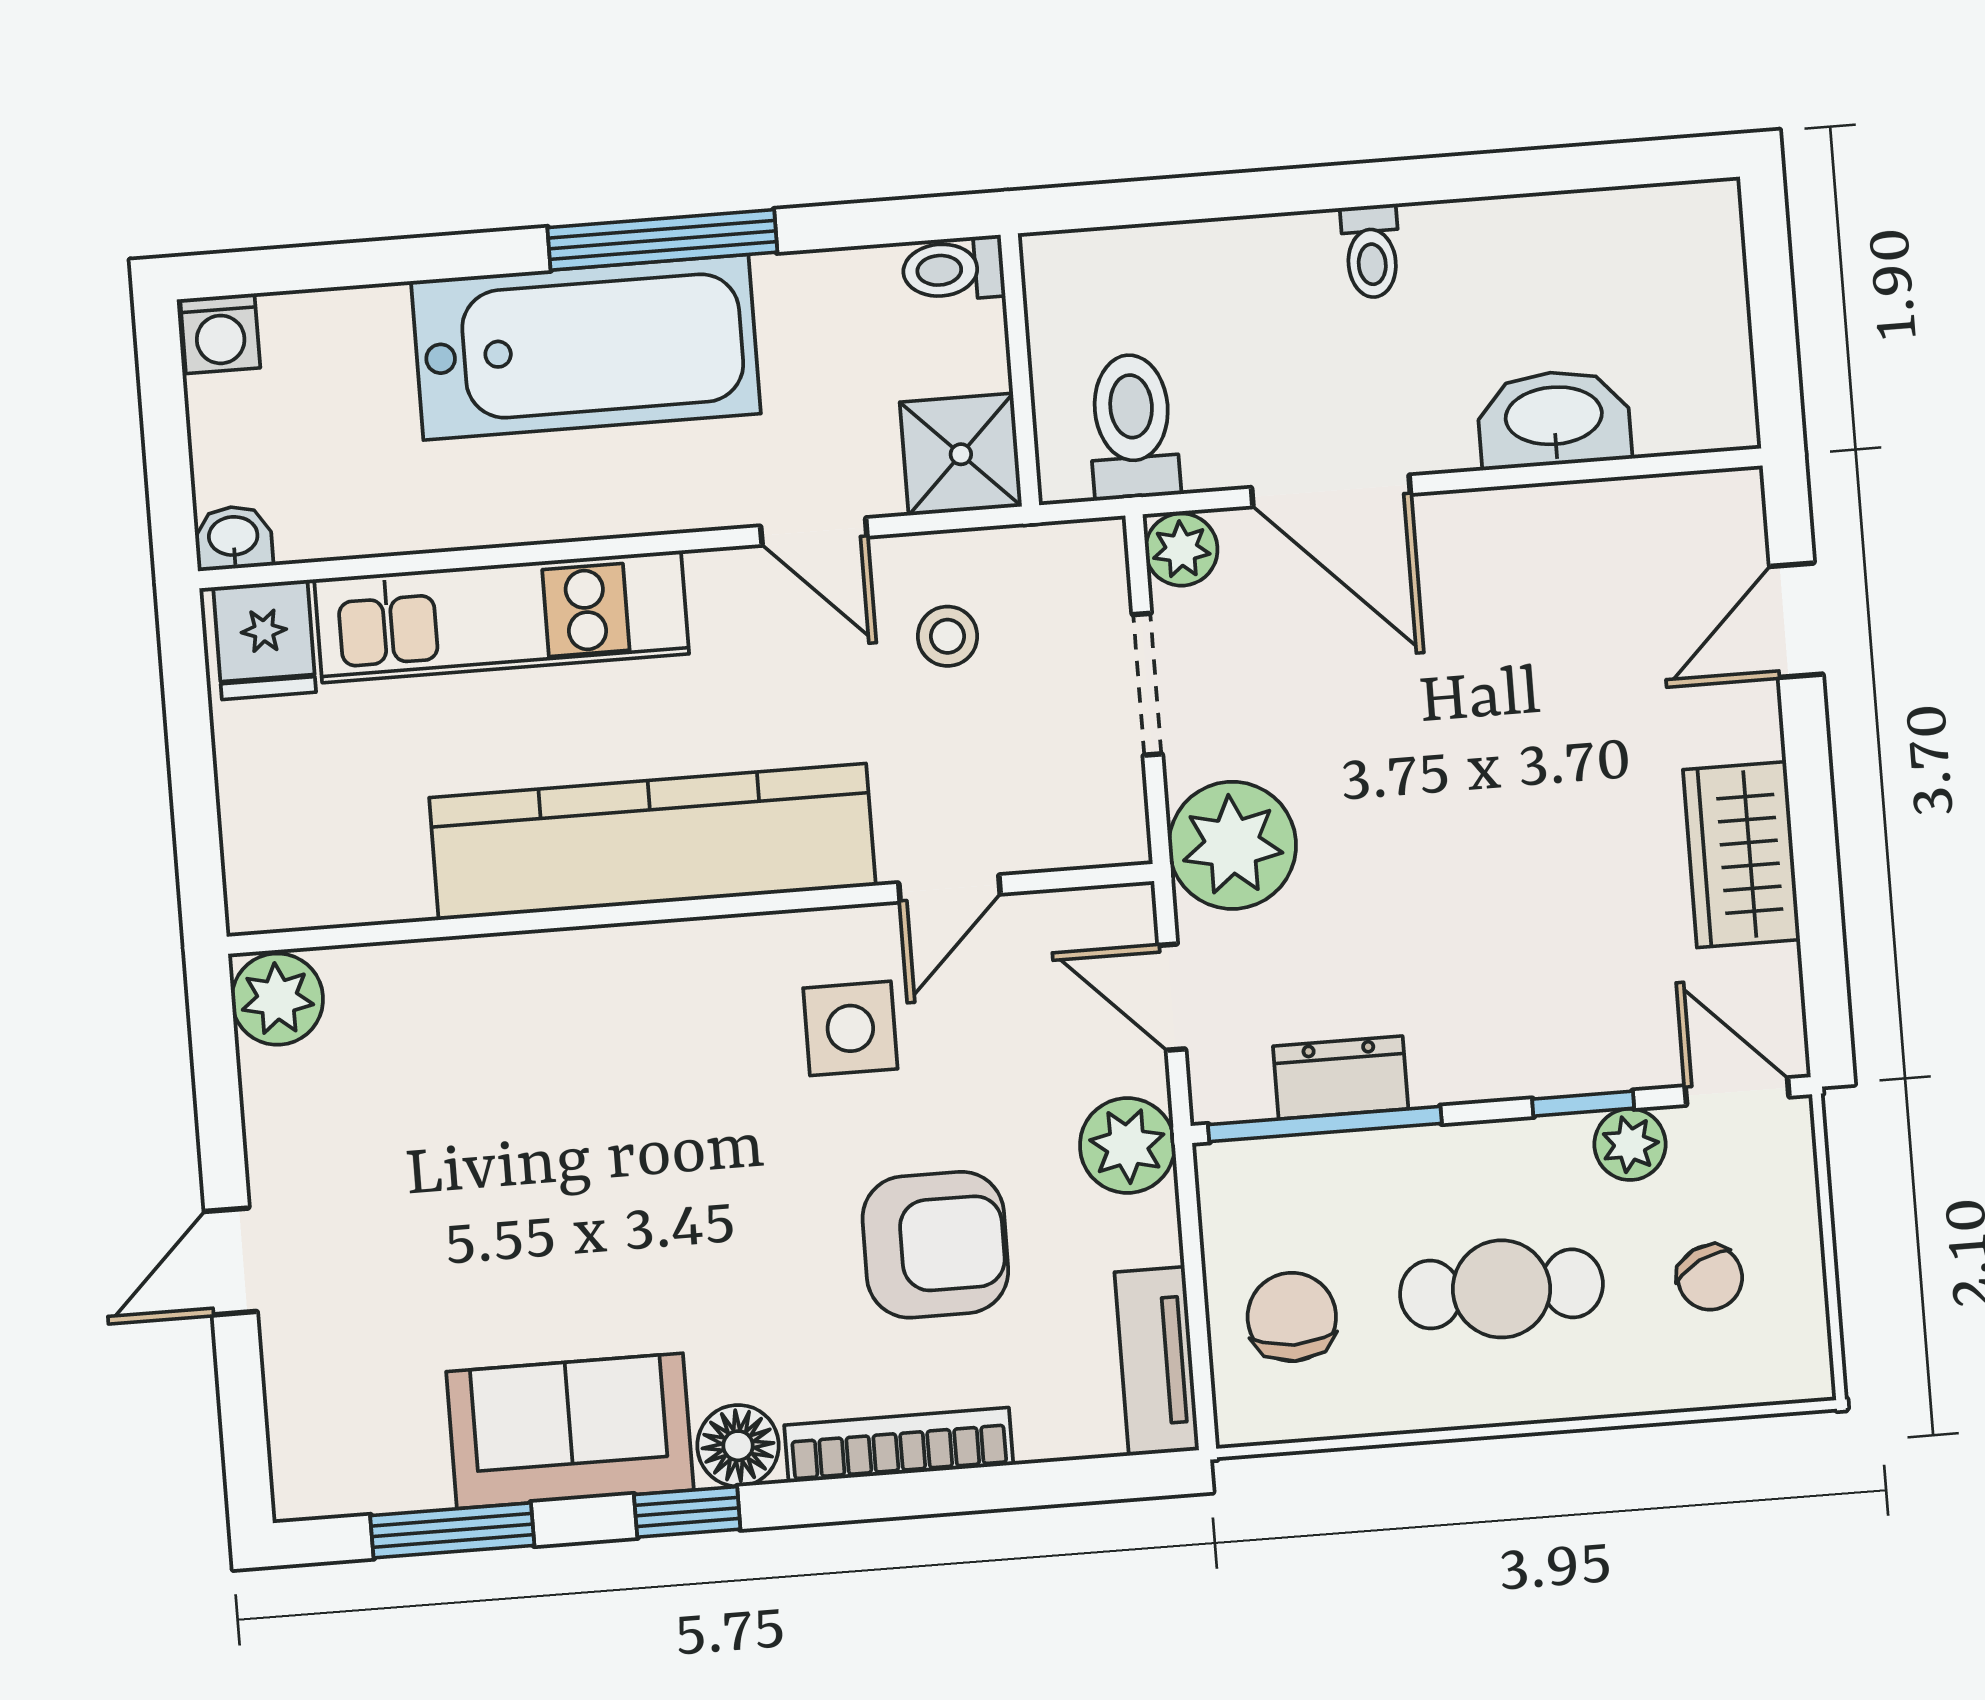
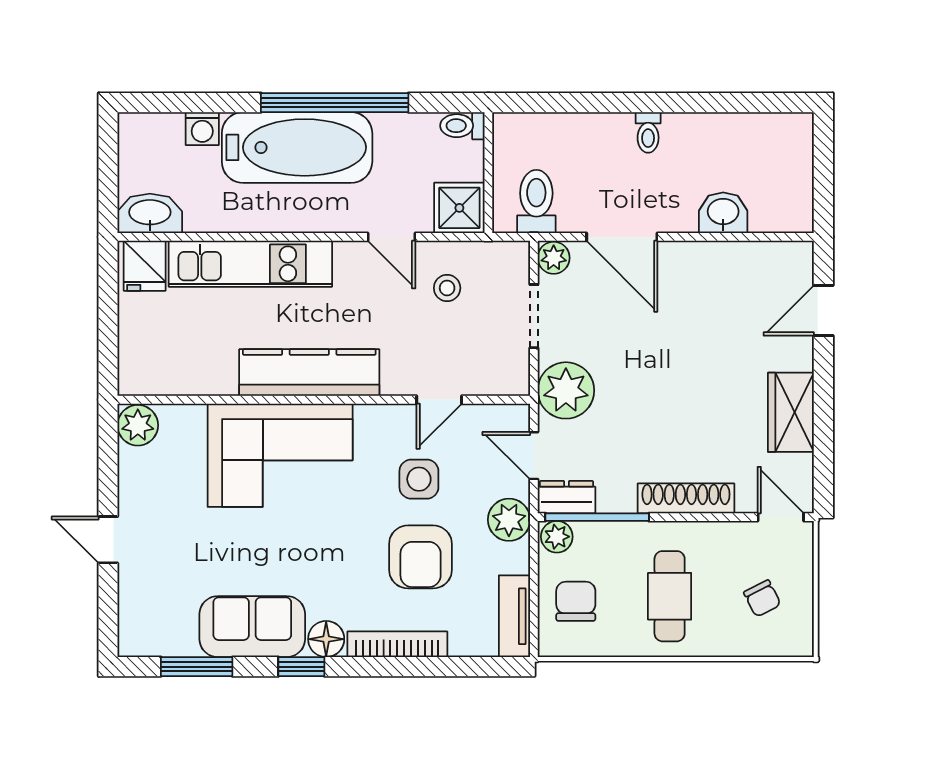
window: (662, 240) -> (335, 103), width x1.46
washing machine: (220, 334) -> (202, 129), moved
washbasin: (1554, 418) -> (723, 213), width x0.72
washbasin: (233, 538) -> (150, 213), width x1.91, depth x1.45
kitchen counter: (652, 842) -> (309, 373), width x0.72, depth x0.86
side table: (850, 1028) -> (419, 479), moved
corner sofa: (602, 1041) -> (280, 455), added
shoe rack: (1521, 1066) -> (686, 498), added
dresser: (1341, 1078) -> (566, 497), moved
window: (1583, 1104) -> (712, 517), removed
plant: (1630, 1144) -> (557, 537), moved
armchair: (935, 1245) -> (421, 557), turned 90
door: (231, 1261) -> (108, 540), hinge flipped
cafe table: (1501, 1289) -> (670, 596), turned 90

